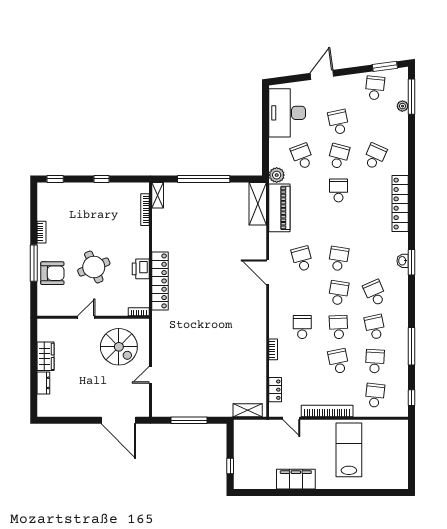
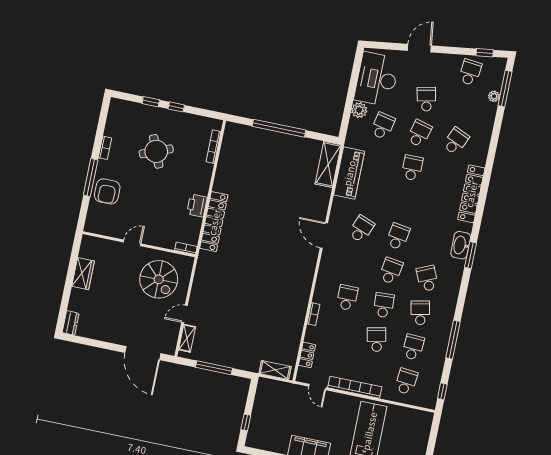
window: (385, 66) -> (485, 53), width x0.67
school desk: (302, 156) -> (383, 126), turned 33
plant: (277, 175) -> (359, 110), moved
window: (55, 179) -> (151, 102), moved
shelving: (158, 195) -> (187, 338), moved
school desk: (302, 259) -> (361, 229), turned 36
washbasin: (403, 261) -> (461, 245), width x1.91, depth x1.45
round table: (94, 267) -> (156, 151), moved
armchair: (52, 273) -> (107, 191), turned 90
dresser: (43, 383) -> (71, 323), moved

